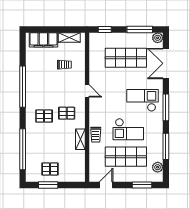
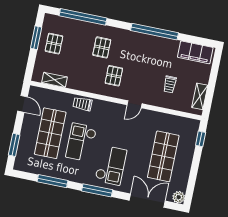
window: (140, 29) -> (192, 179), removed
filing cabinet: (43, 40) -> (195, 52), moved, turned -90
pallet: (44, 116) -> (102, 47), moved
shelving: (80, 139) -> (54, 80), moved
plant: (158, 167) -> (31, 167), removed

